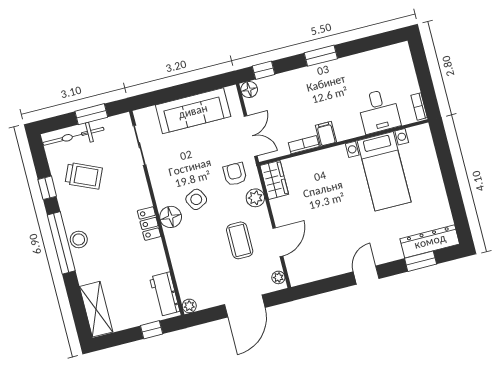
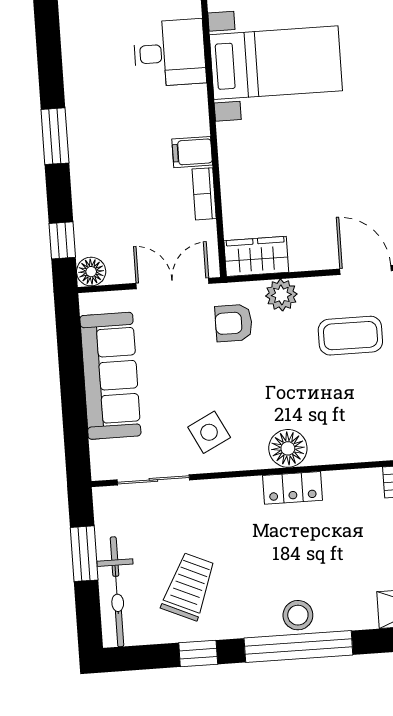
side table: (196, 199) -> (209, 432), moved

